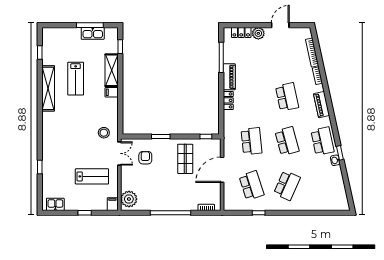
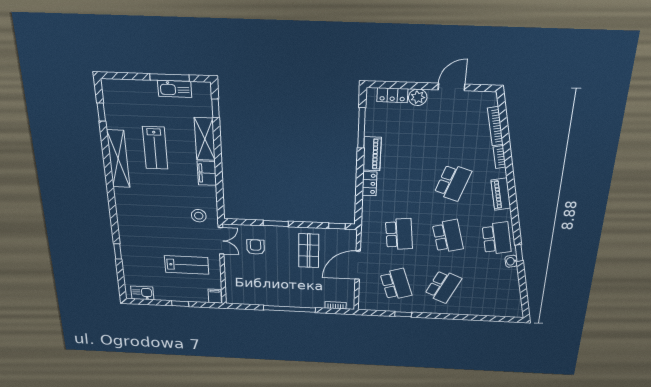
filing cabinet: (112, 92) -> (207, 173), width x2.00
school desk: (287, 97) -> (453, 182), turned 30
plant: (129, 199) -> (236, 292), removed

